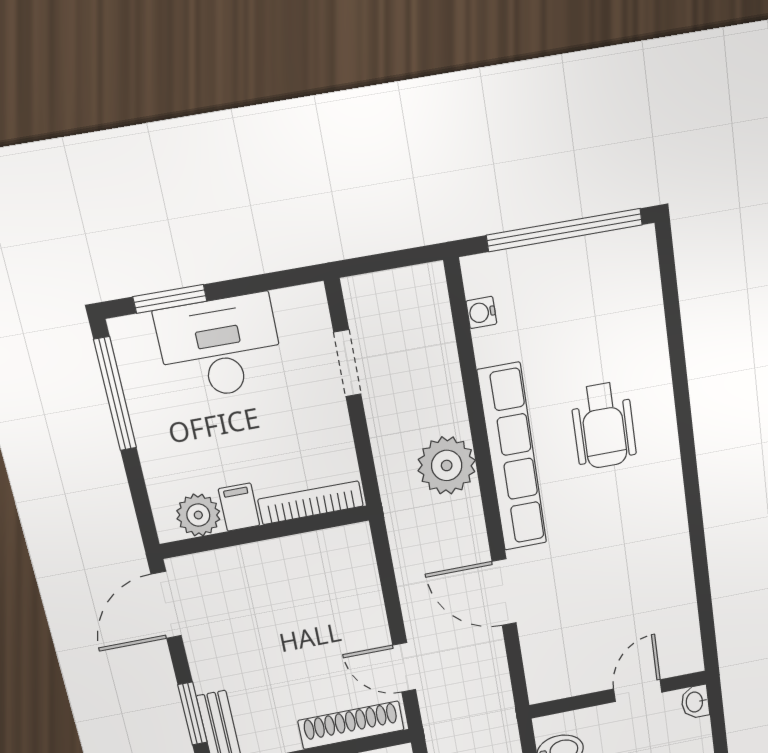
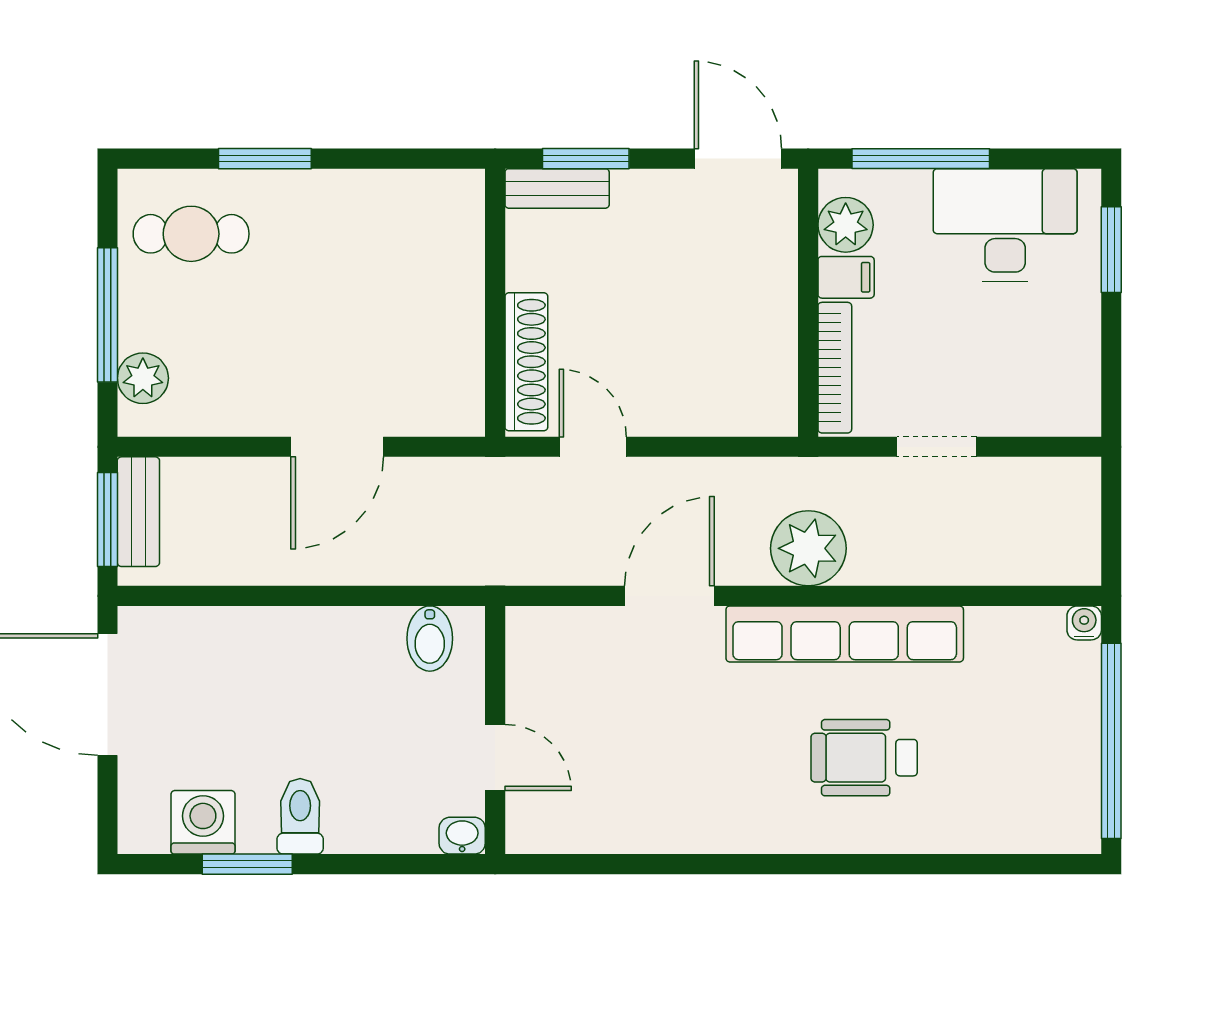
water cooler: (481, 312) -> (1084, 623), moved
desk: (220, 347) -> (1005, 225), moved, turned -90
doorway: (347, 363) -> (937, 447), moved
window: (115, 394) -> (921, 159), moved
plant: (447, 465) -> (808, 548), moved
door: (404, 667) -> (593, 447), hinge flipped

